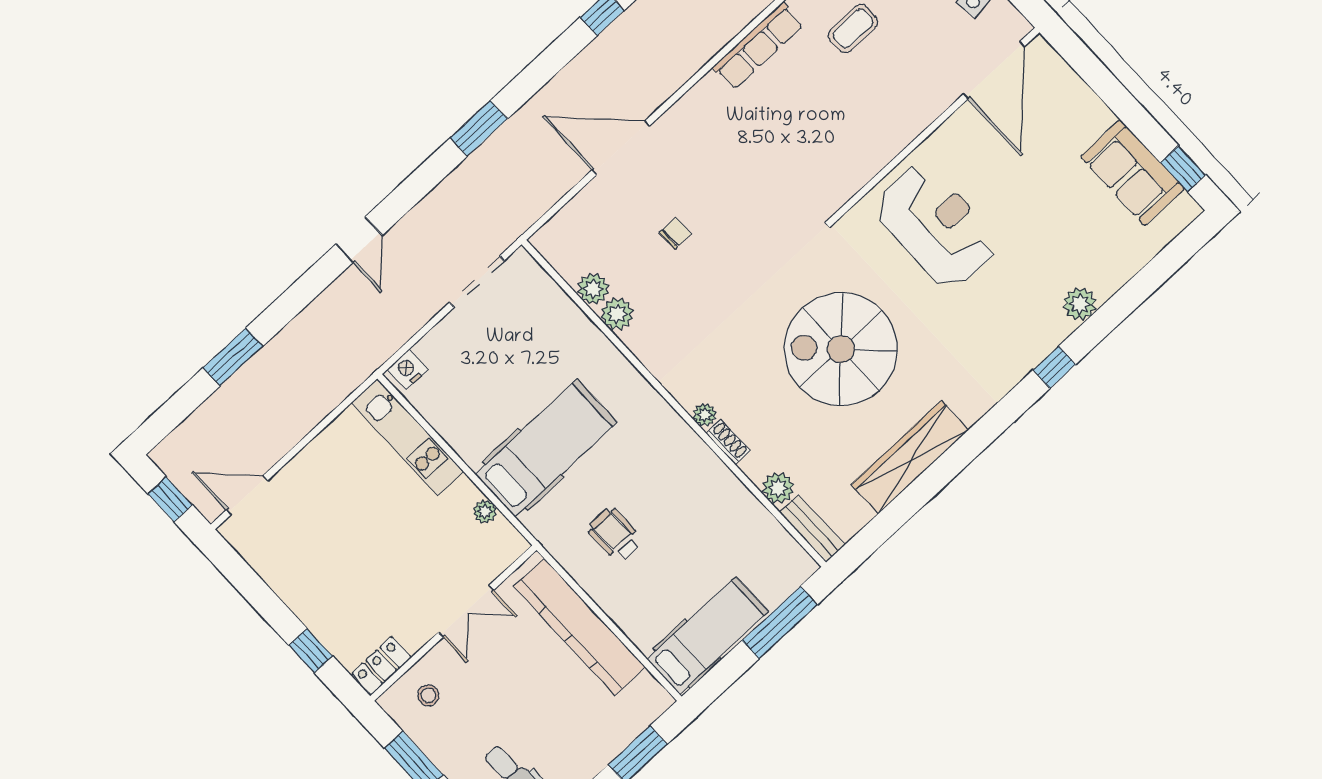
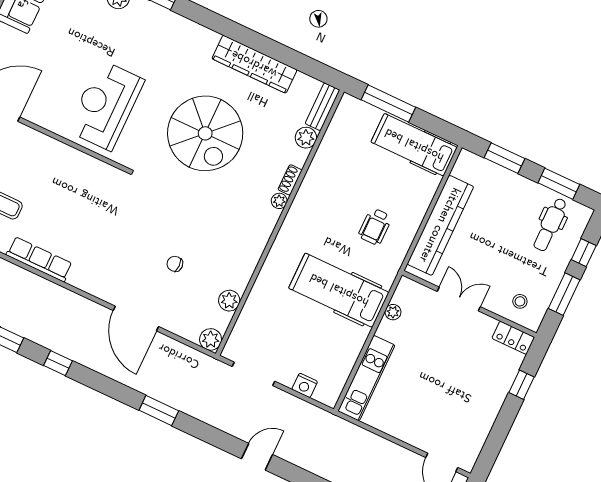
plant: (617, 314) -> (211, 339), moved
nightstand: (408, 369) -> (305, 385), moved

